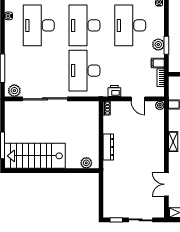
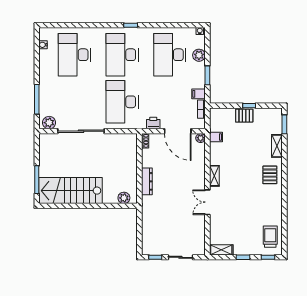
plant: (158, 45) -> (199, 55), moved
door: (138, 99) -> (178, 131), width x1.88
double door: (166, 184) -> (207, 202), moved

